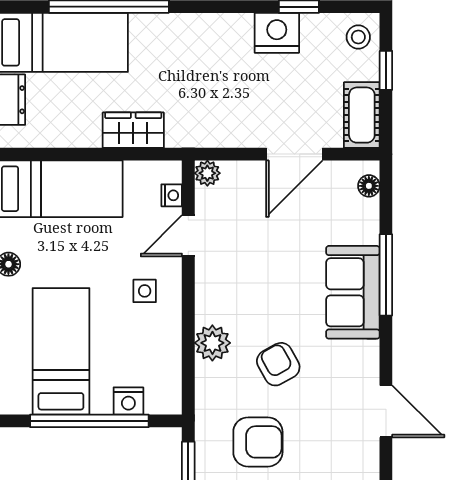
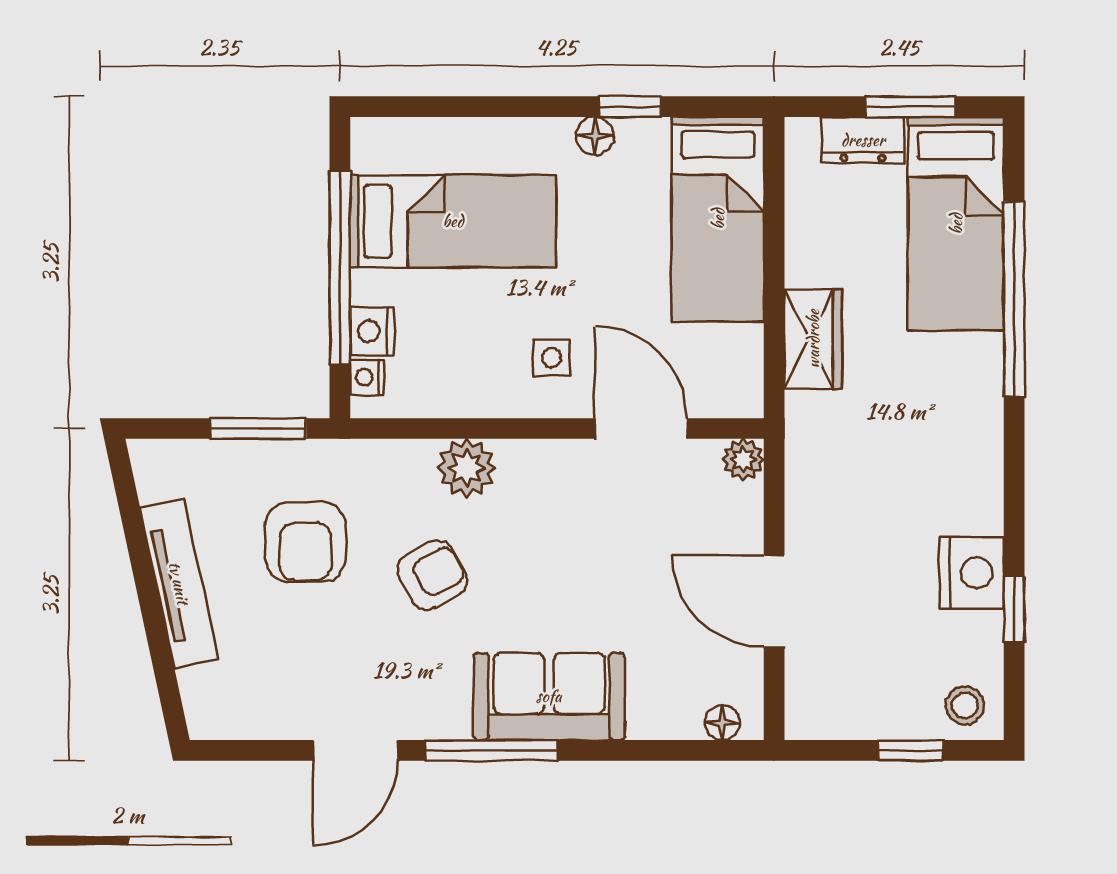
cot: (362, 115) -> (838, 711), removed
nightstand: (172, 195) -> (367, 377), moved, turned 90
door: (188, 236) -> (641, 429), width x1.38
window: (386, 275) -> (492, 750), moved

